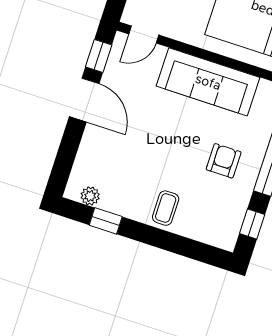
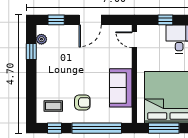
window: (99, 56) -> (56, 20), moved
sofa: (208, 82) -> (121, 88), width x0.73
coffee table: (166, 208) -> (53, 106), moved

